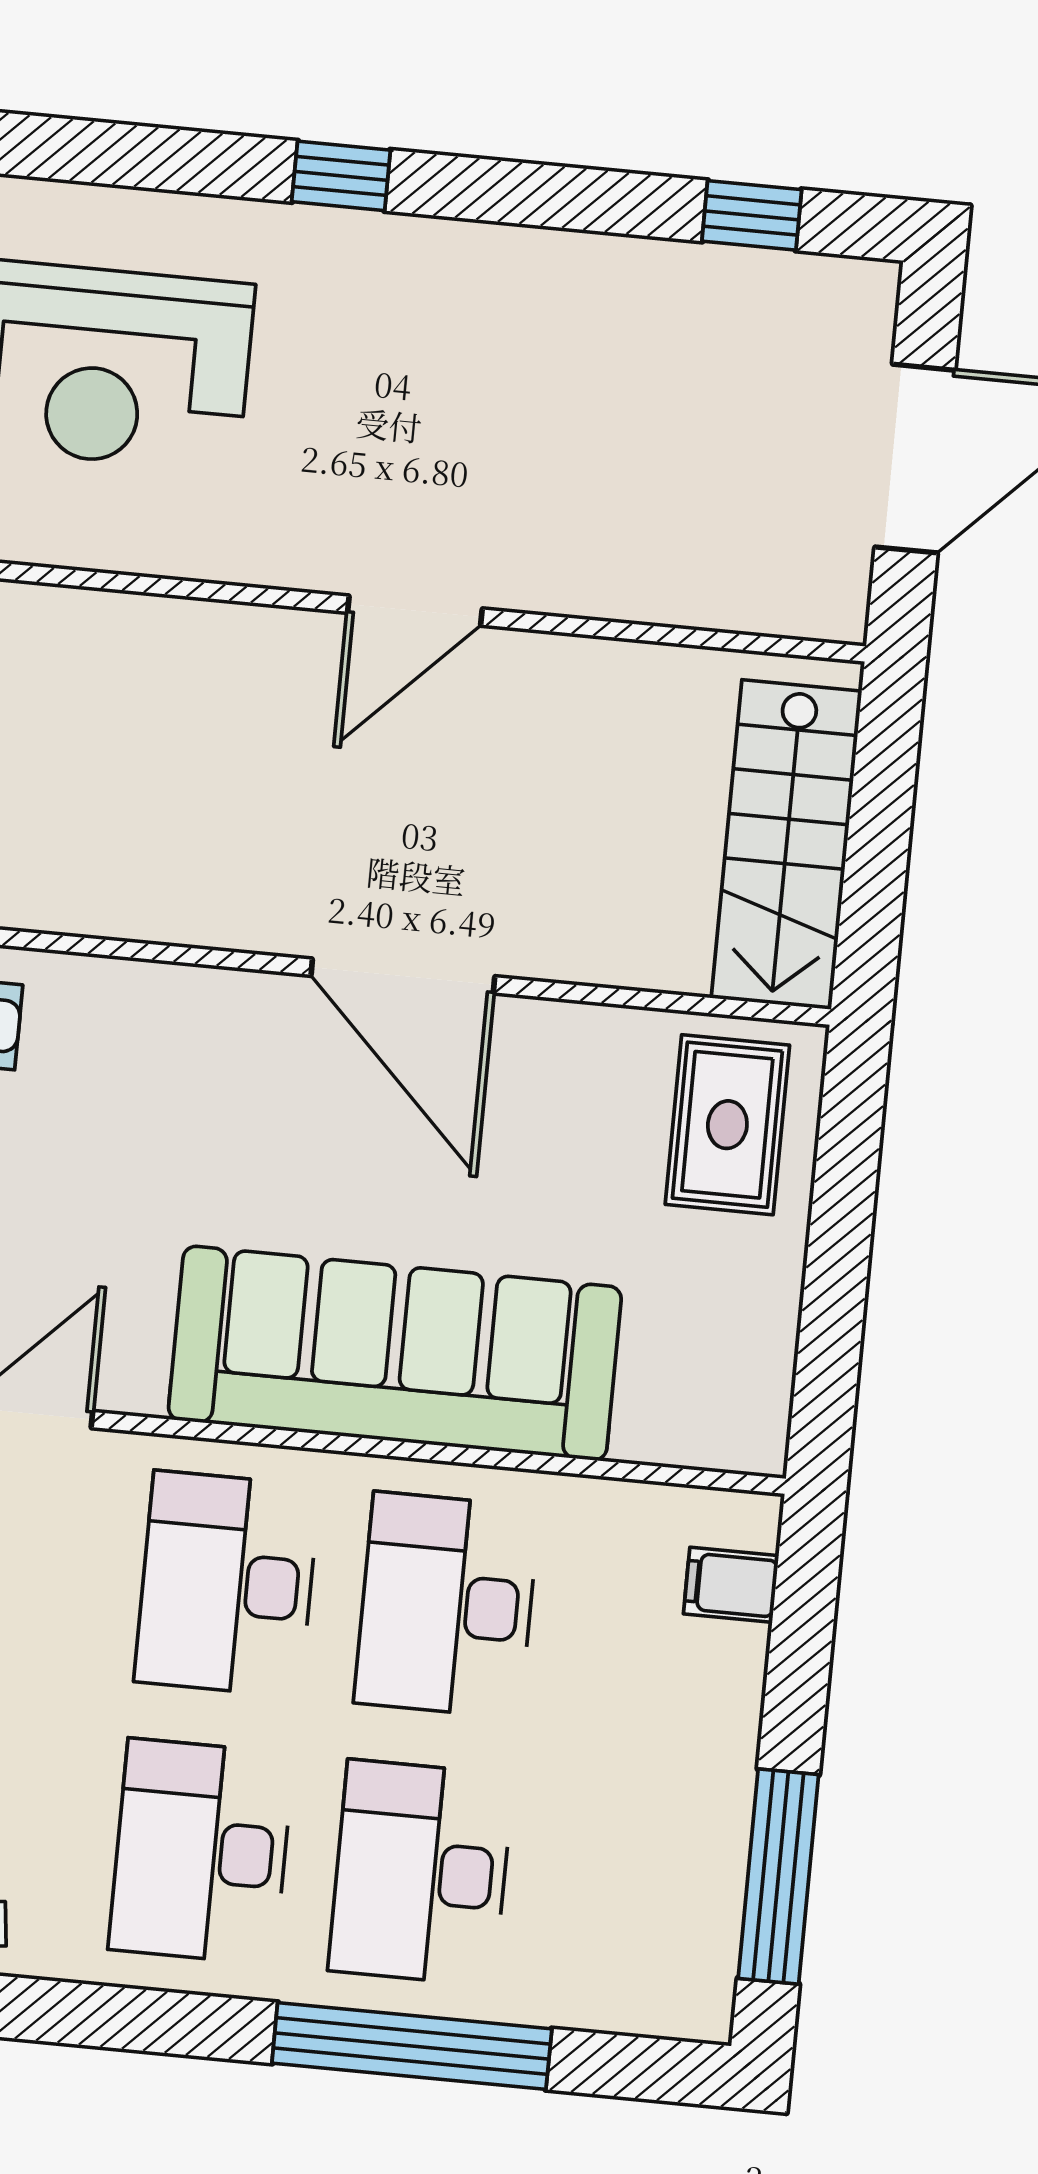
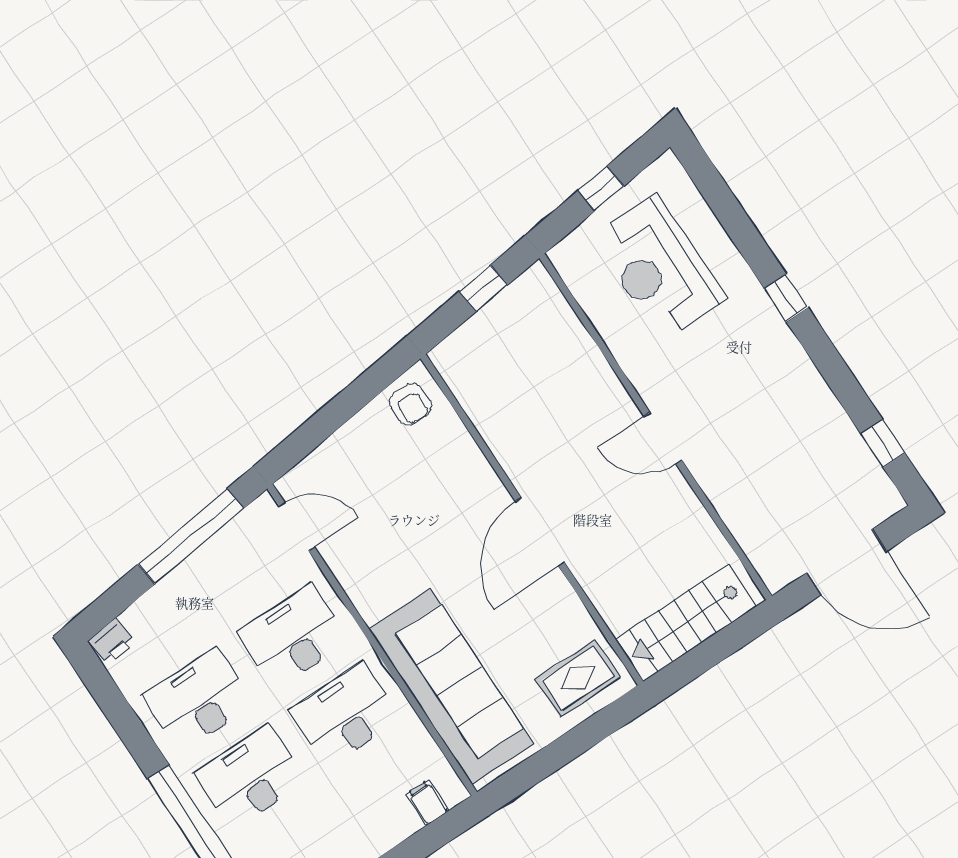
sofa: (395, 1353) -> (451, 687), moved

